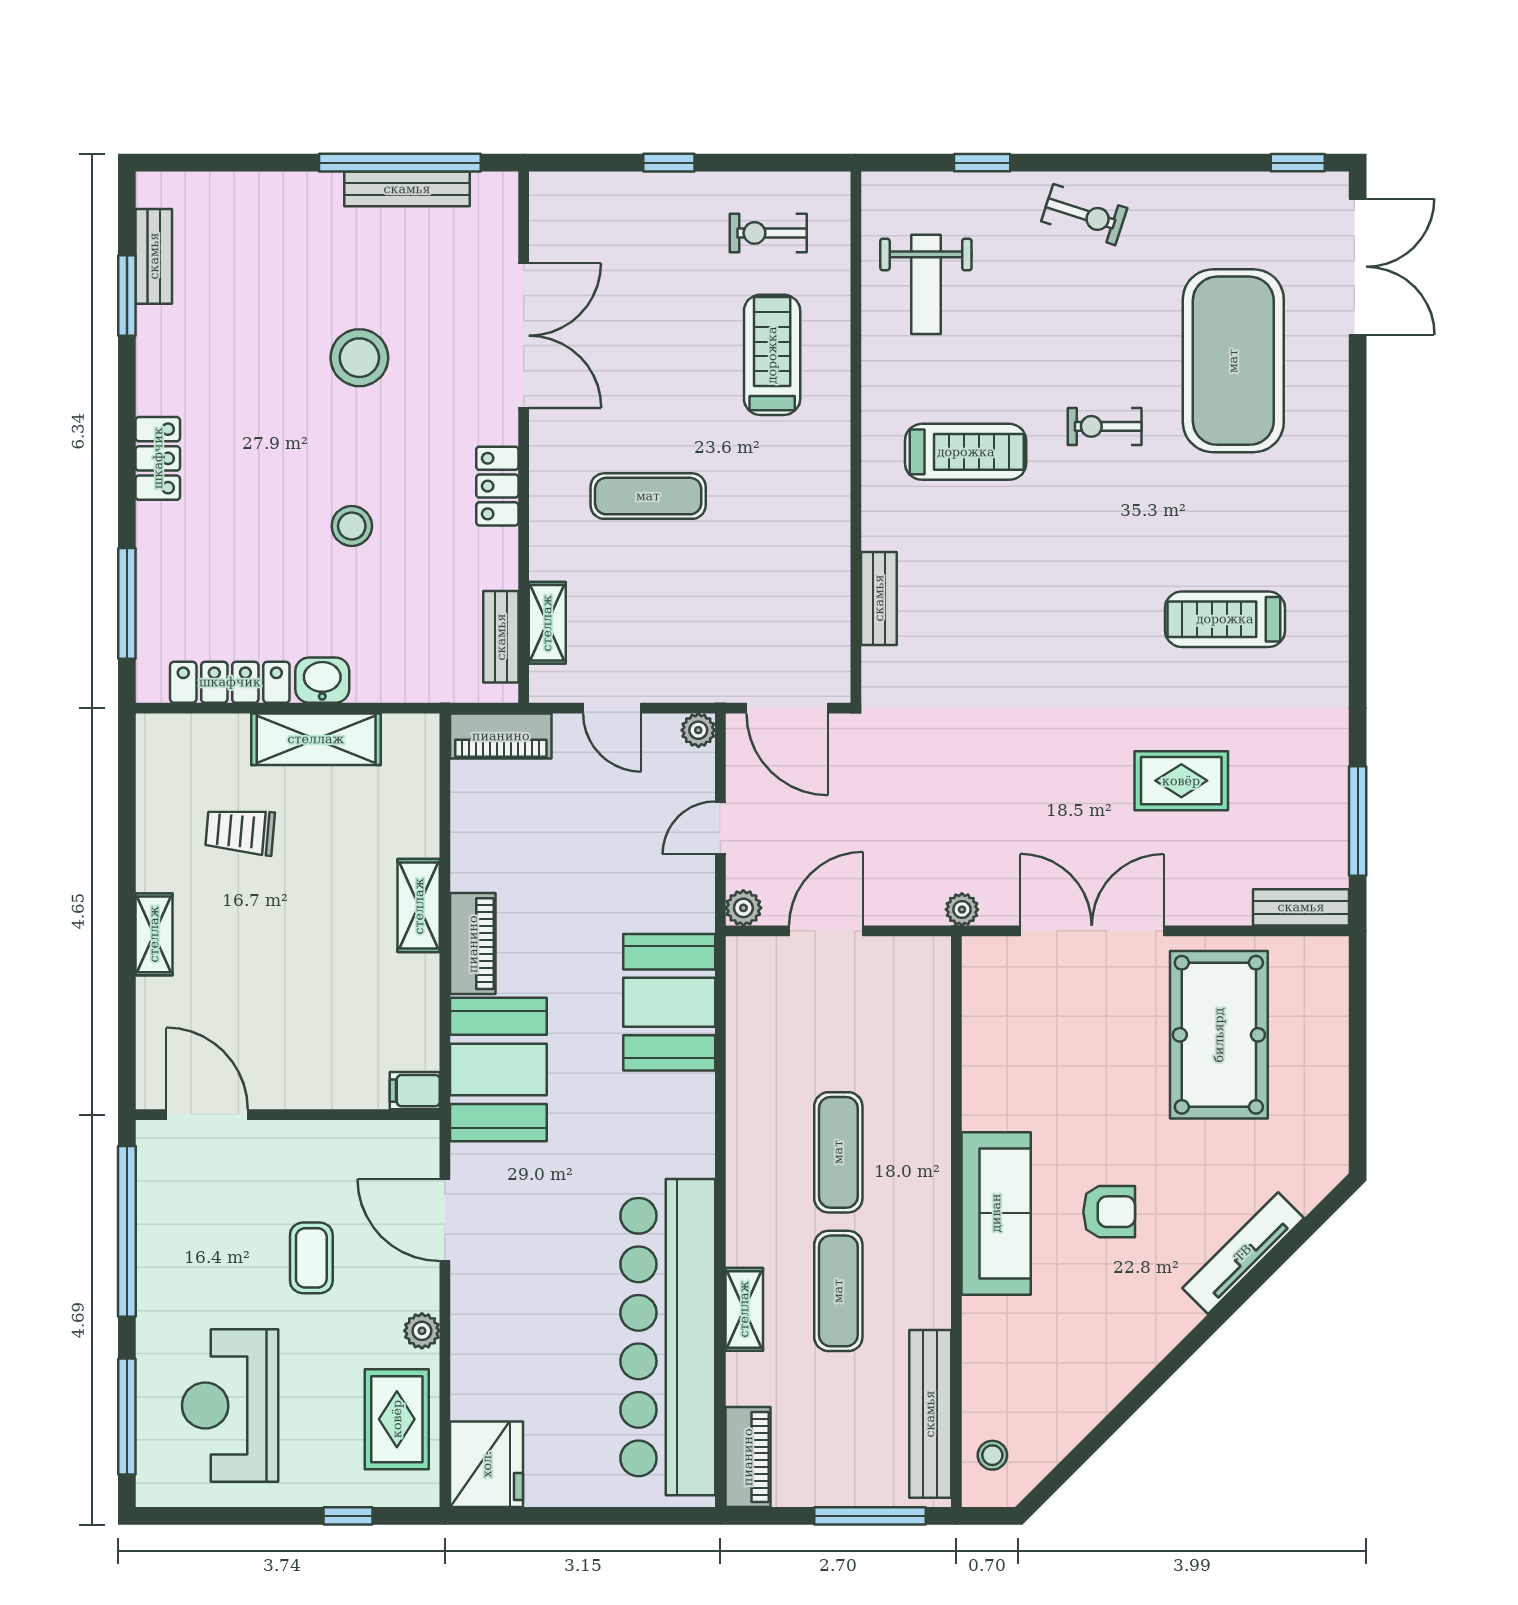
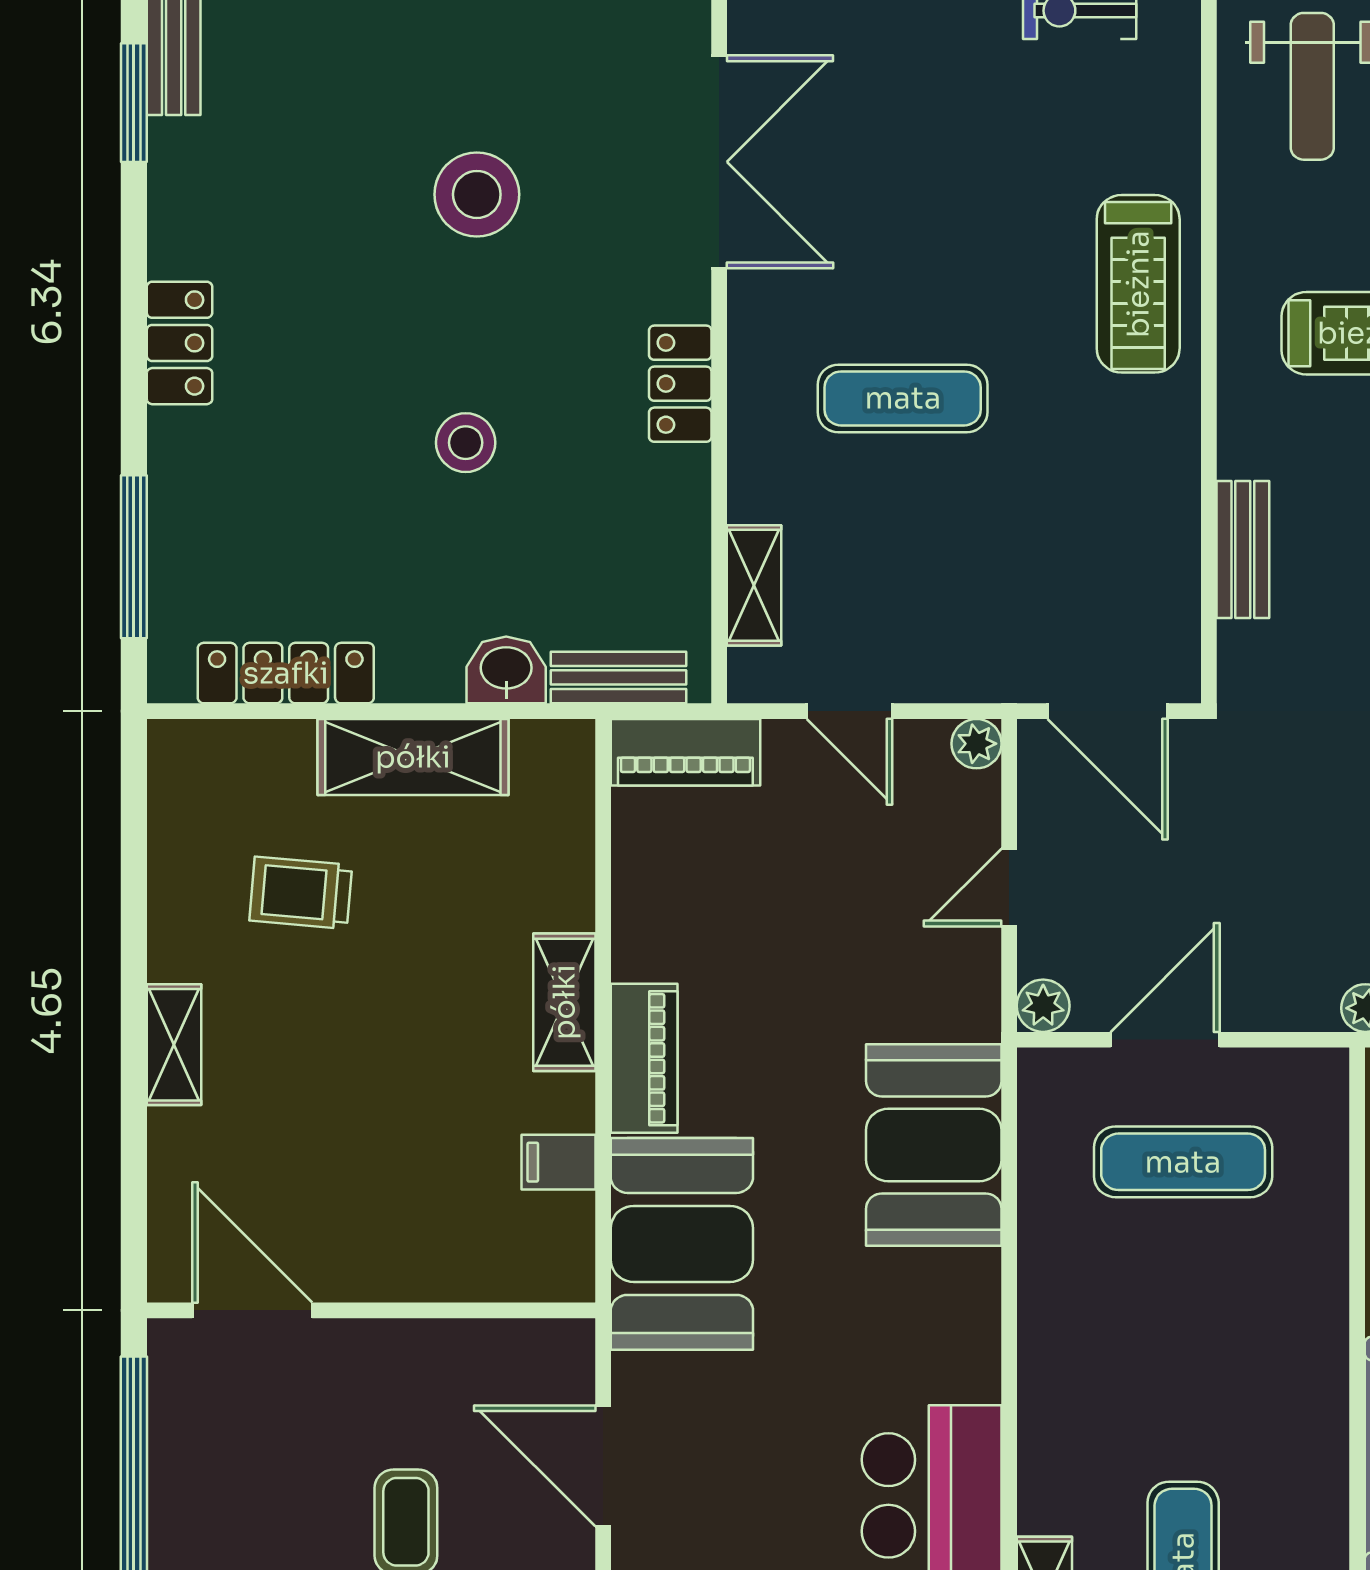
treadmill: (772, 355) -> (1138, 284), moved, turned 180
bench: (501, 637) -> (619, 677), moved, turned 90
washbasin: (322, 680) -> (506, 670), moved
filing cabinet: (415, 1091) -> (559, 1162), moved
exercise mat: (838, 1152) -> (1183, 1162), moved, turned 90

